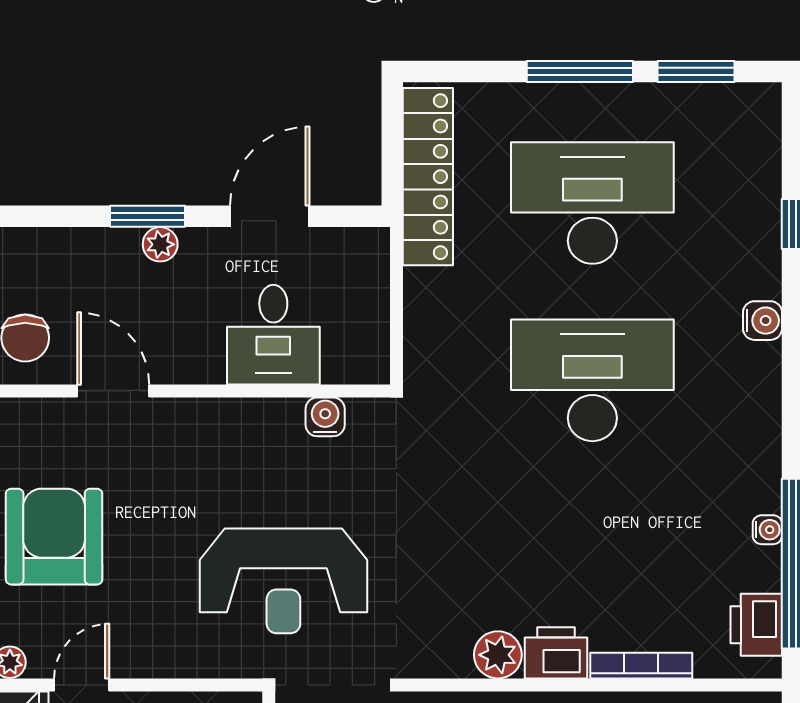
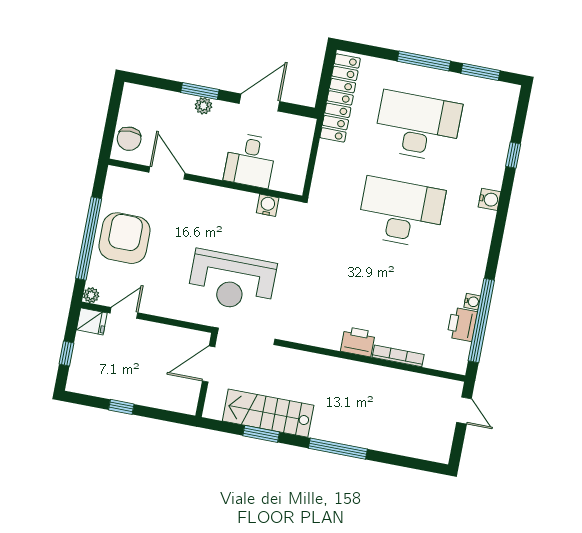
printer: (756, 625) -> (462, 324), moved
plant: (498, 655) -> (329, 337), removed

